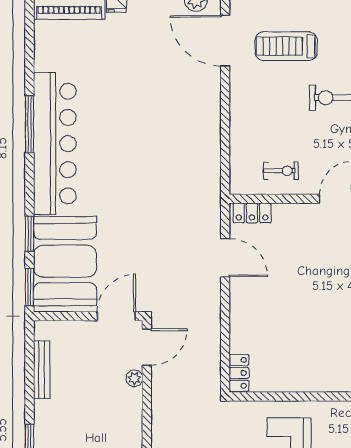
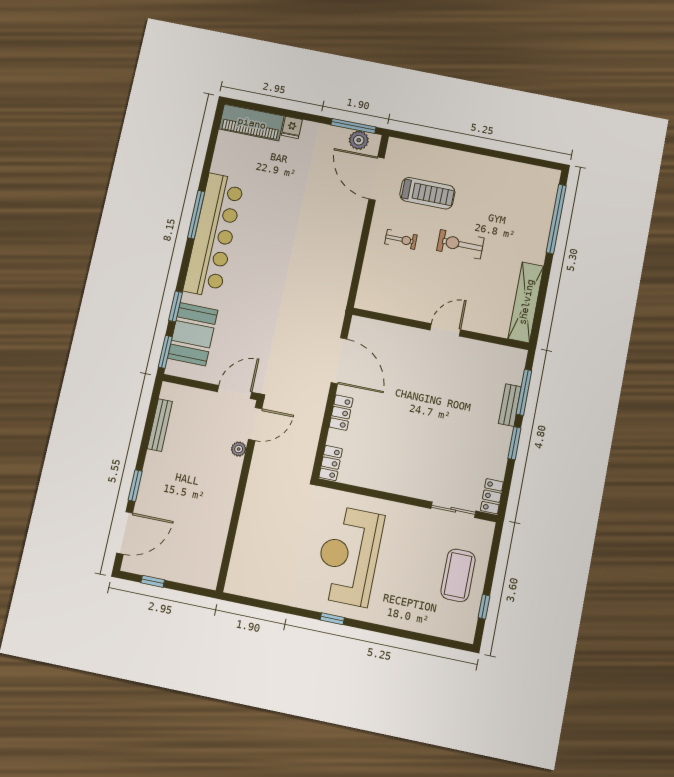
treadmill: (286, 46) -> (427, 193), turned 180
exercise bike: (281, 171) -> (401, 239), moved
locker: (252, 213) -> (341, 413), moved, turned -90
door: (225, 258) -> (339, 361), width x1.36
booth: (65, 261) -> (193, 334), width x0.73, depth x0.70

